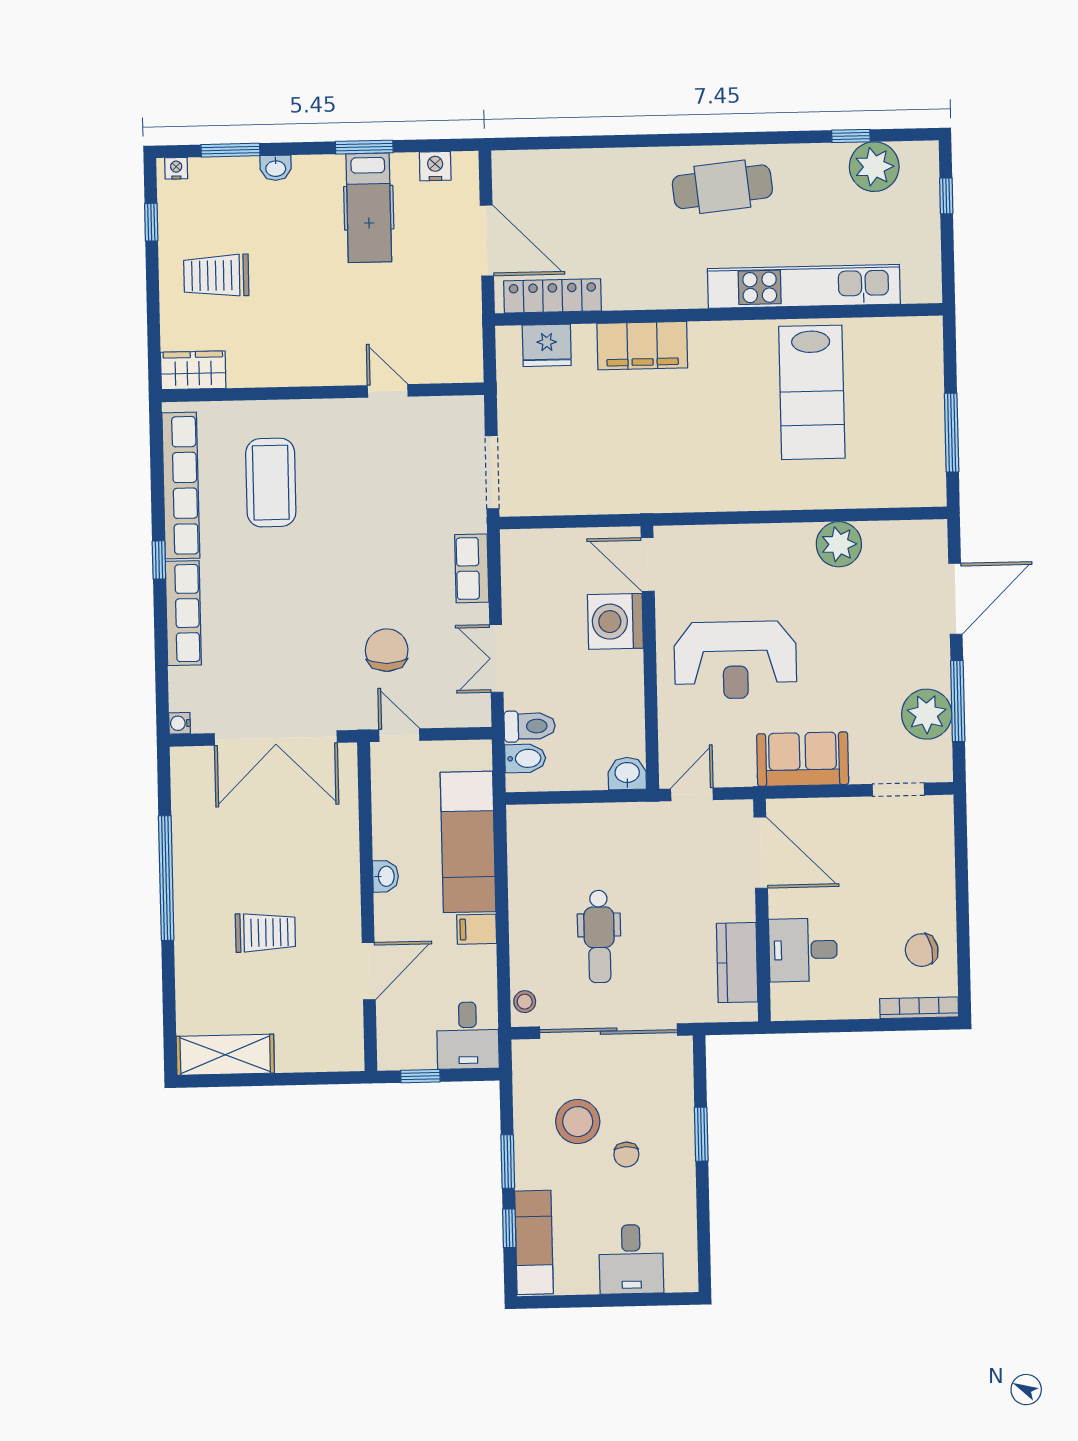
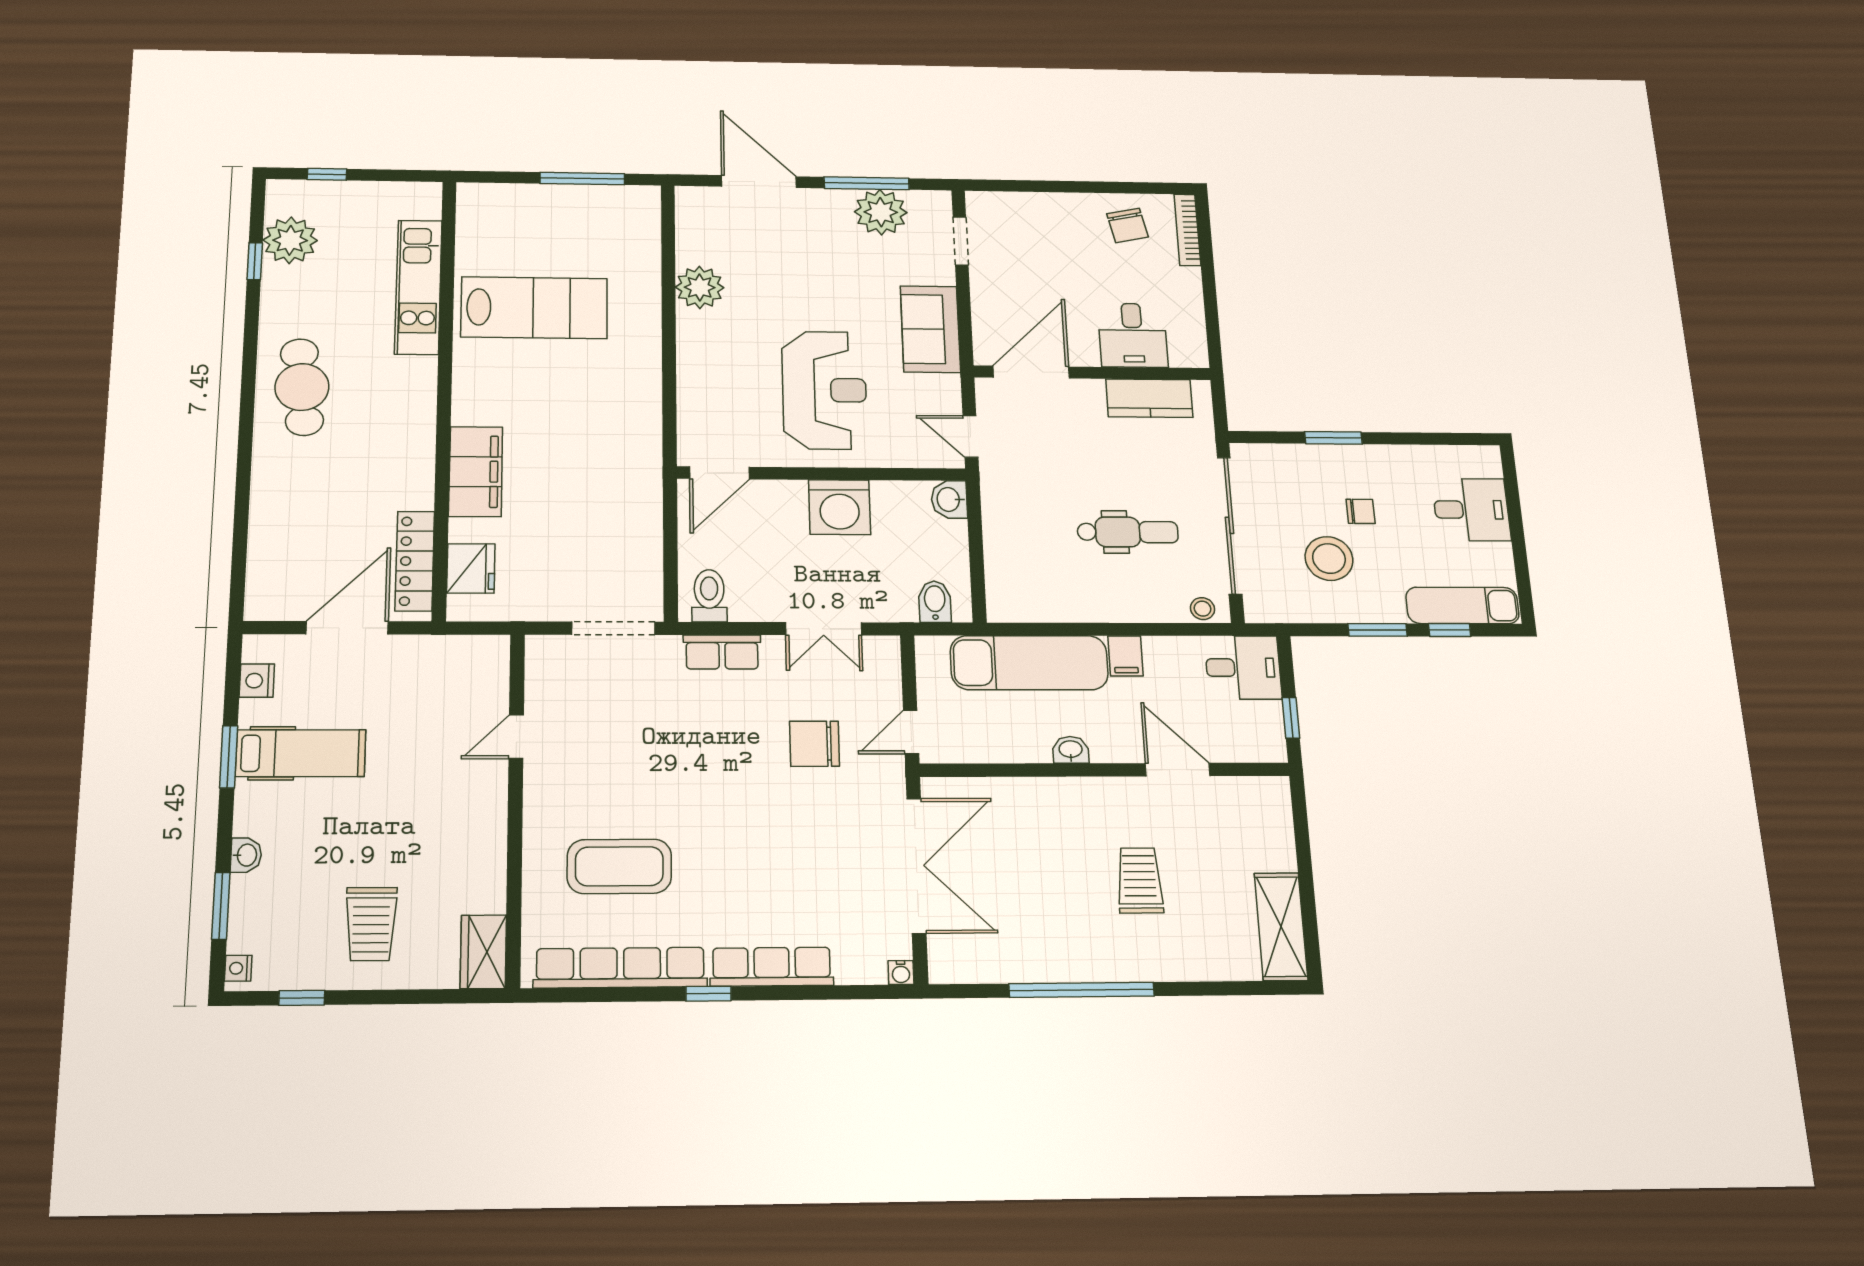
kitchen unit: (804, 286) -> (418, 287), width x0.73
washing machine: (615, 621) -> (840, 507), moved
toilet: (530, 726) -> (709, 596), moved

